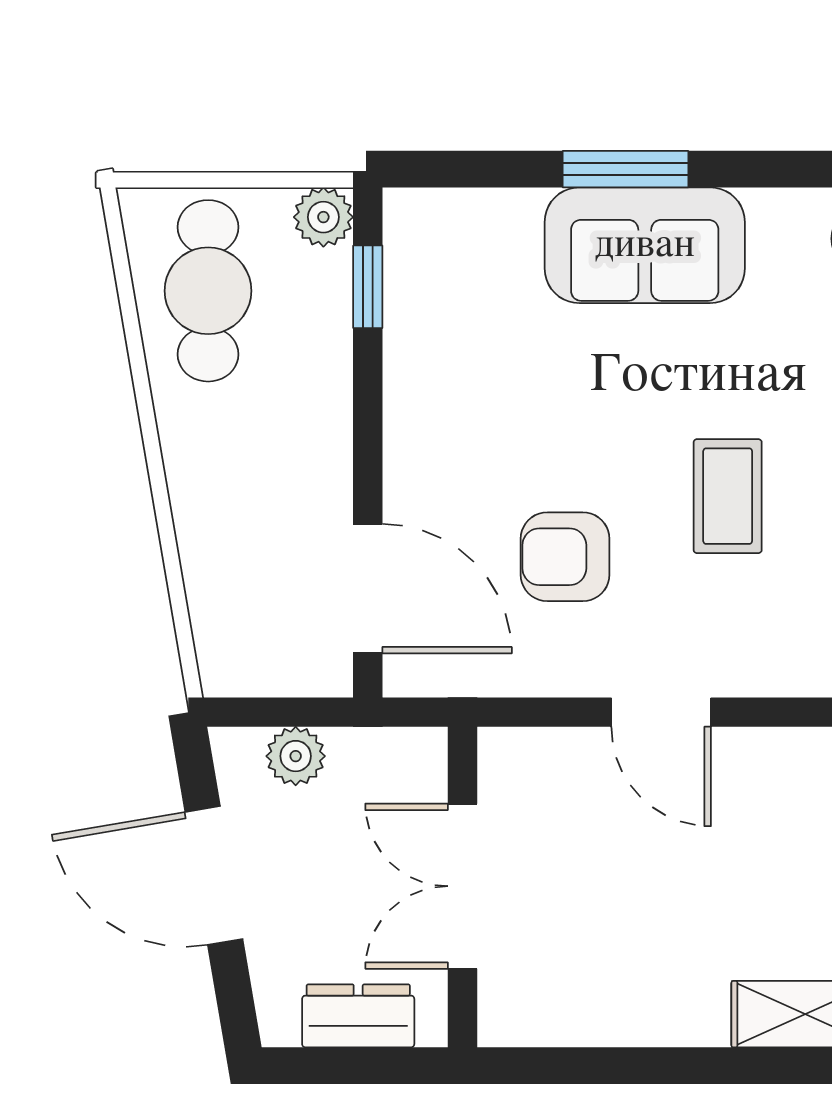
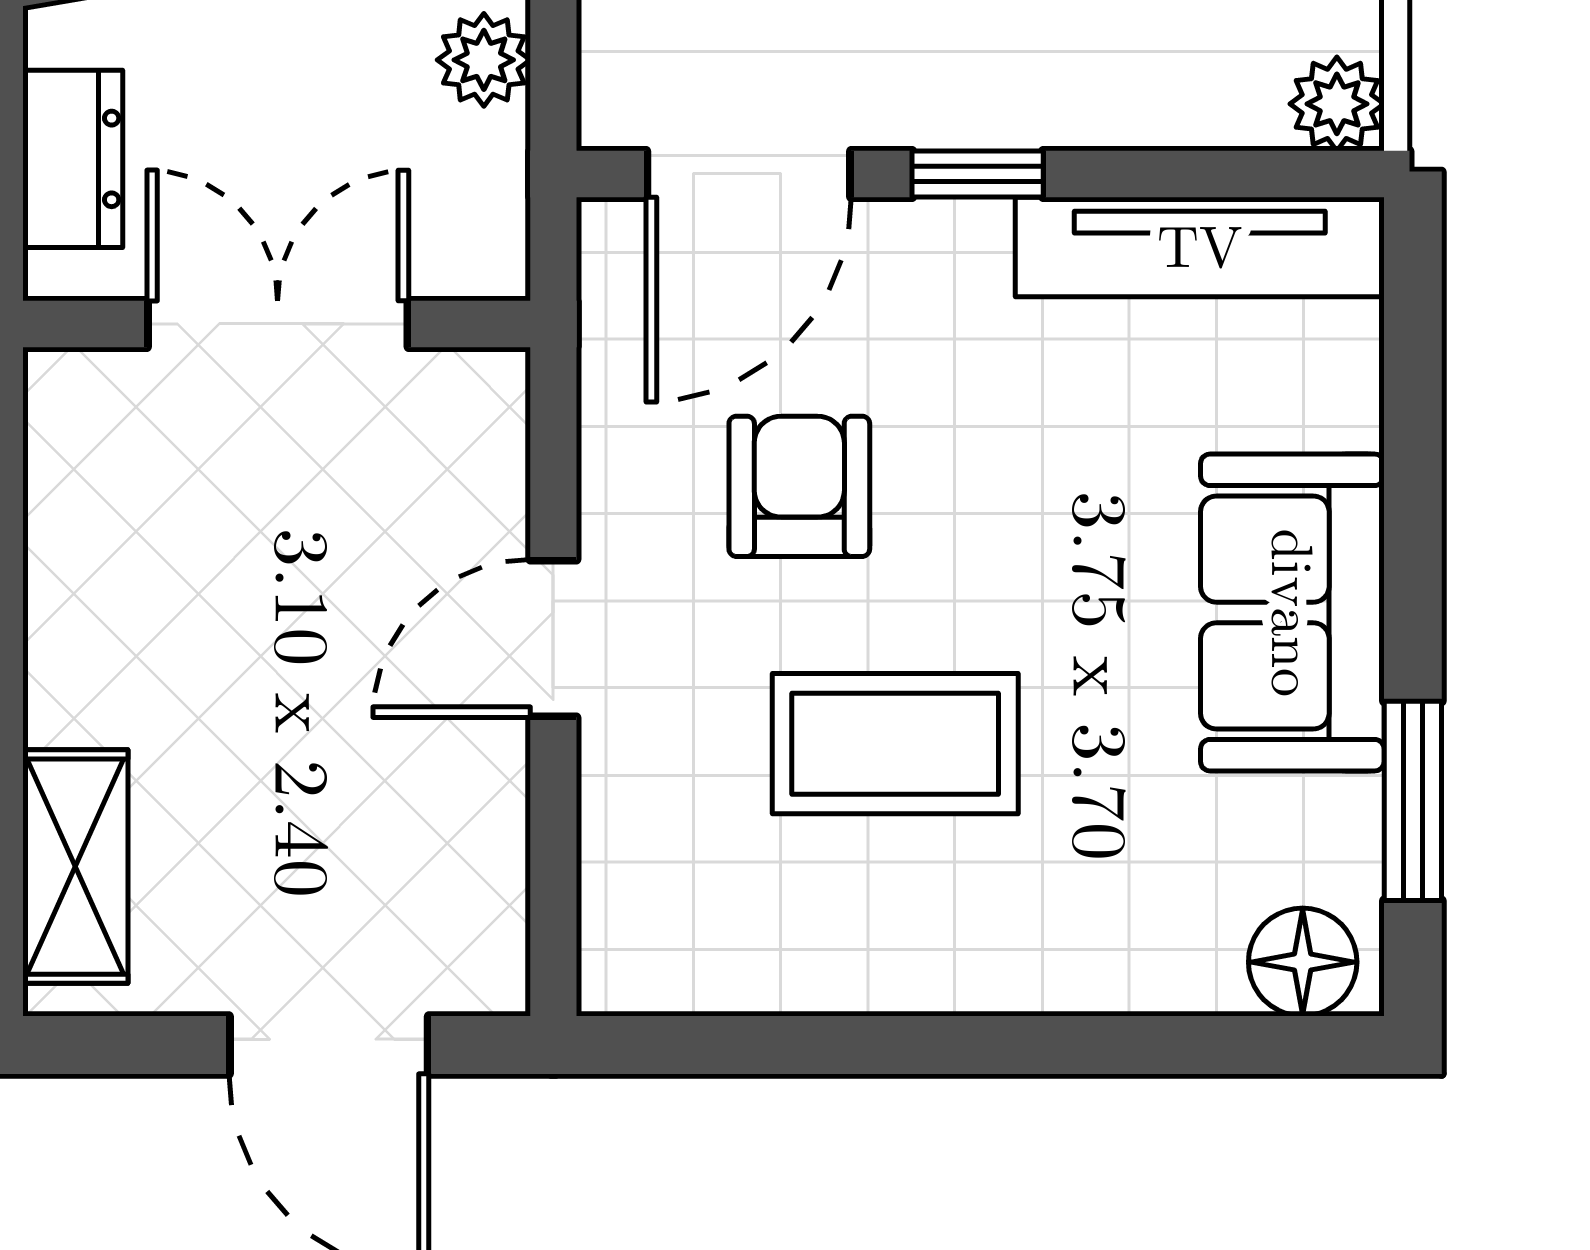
window: (626, 169) -> (1413, 801), moved
window: (368, 287) -> (978, 174), moved
tv unit: (414, 304) -> (1200, 247), added
coffee table: (728, 496) -> (895, 744), width x1.36, depth x1.30

